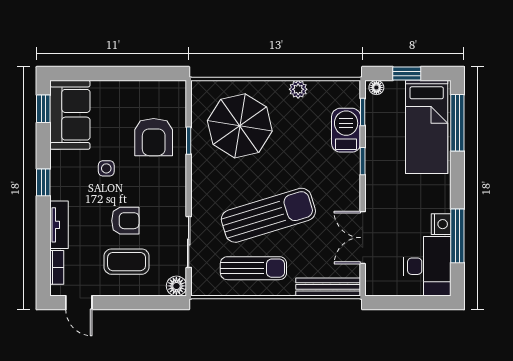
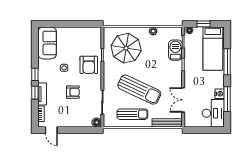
window: (43, 109) -> (35, 93), moved
window: (457, 123) -> (227, 62), moved
armchair: (154, 137) -> (89, 65), moved
sun lounger: (268, 215) -> (139, 90), turned 42
coffee table: (127, 262) -> (73, 111), removed

